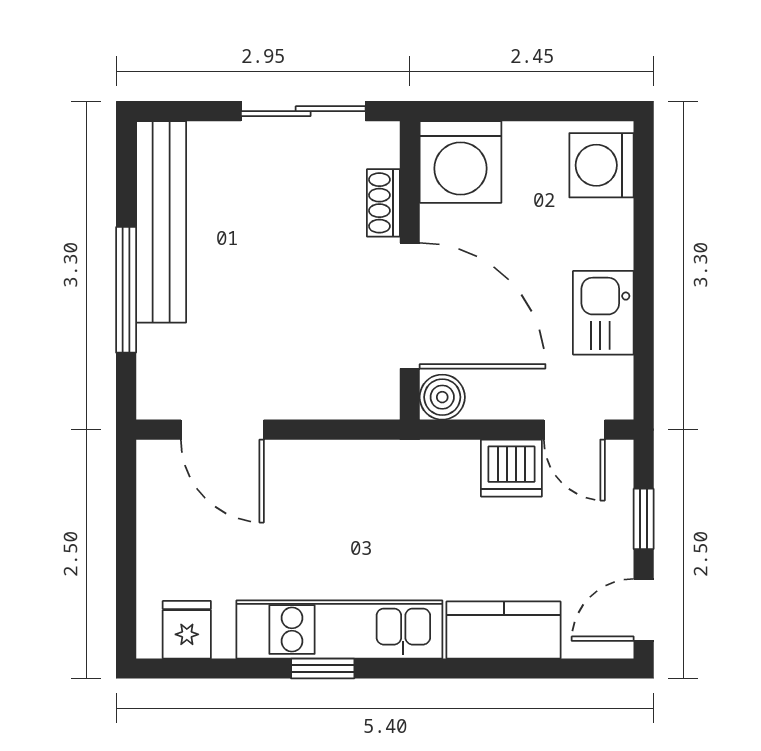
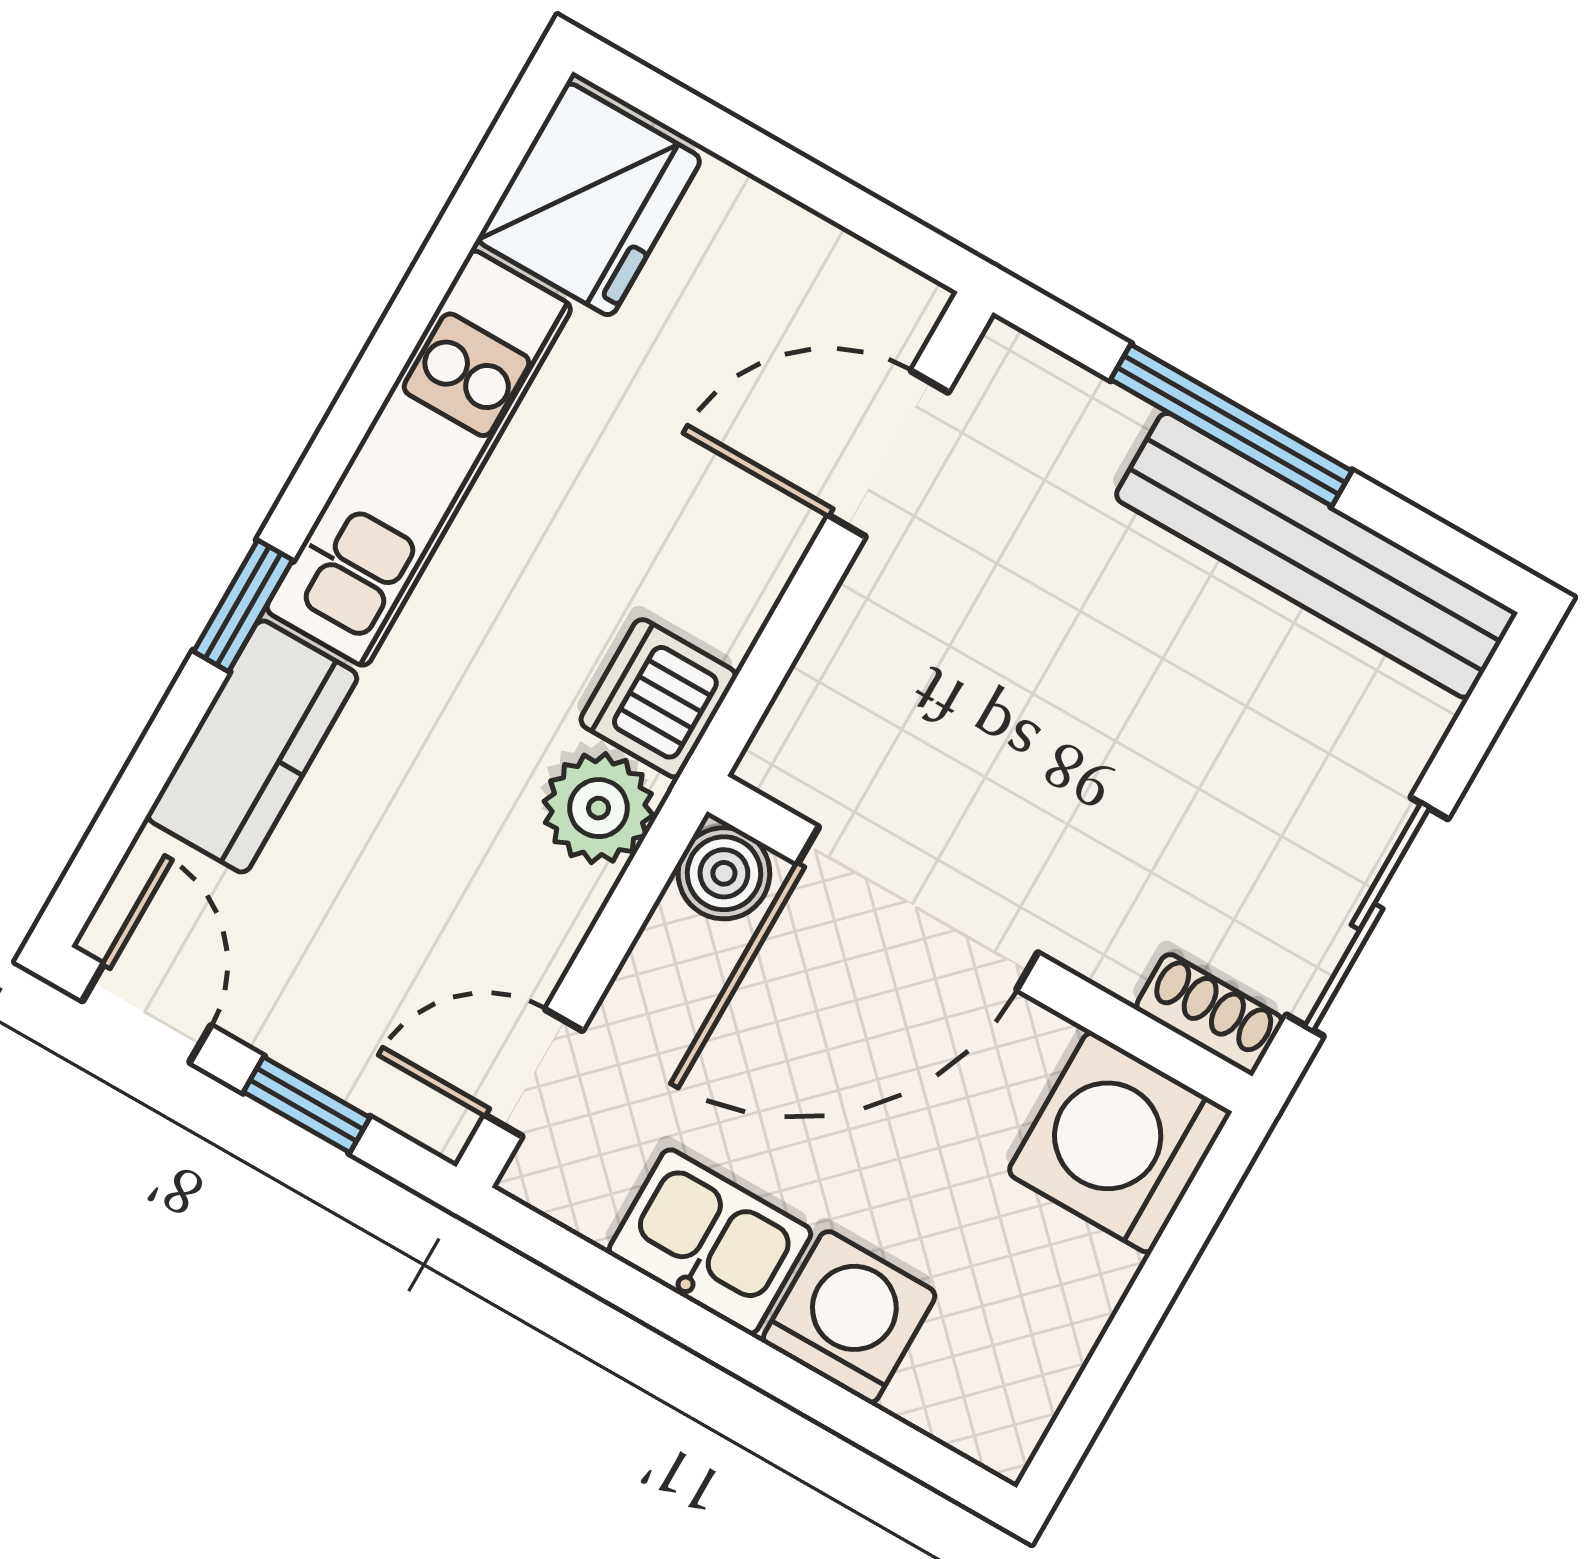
washing machine: (601, 165) -> (849, 1317), moved
shoe rack: (383, 203) -> (1209, 1014), moved
plant: (445, 467) -> (598, 808), added
dishwasher: (511, 468) -> (658, 698), moved
fridge: (187, 630) -> (589, 199), width x1.88, depth x1.34
window: (323, 668) -> (243, 606), moved

